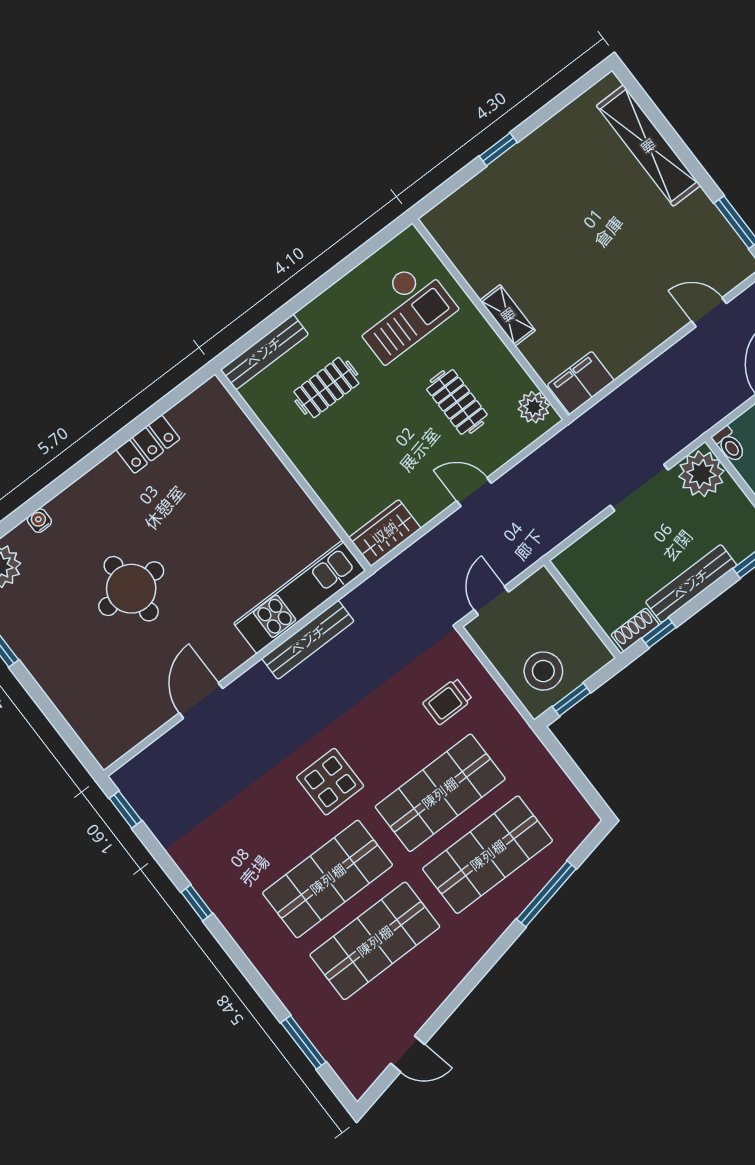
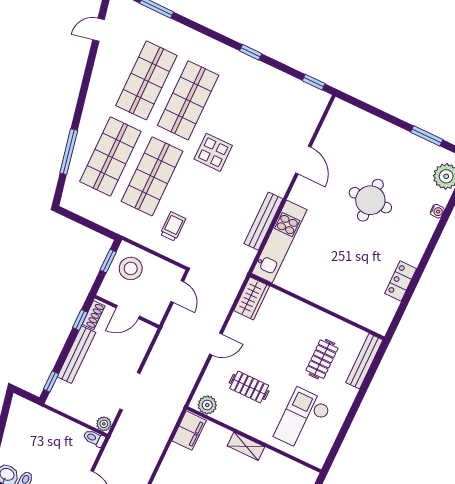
plant: (701, 474) -> (104, 424), width x0.53, depth x0.53
door: (581, 608) -> (128, 312), added

